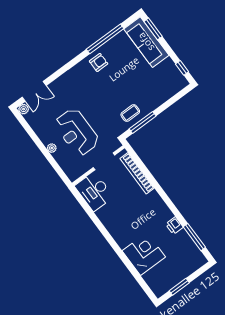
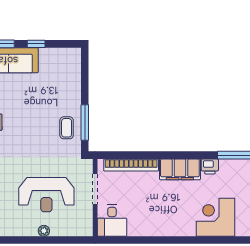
window: (182, 68) -> (36, 44), moved
desk: (94, 191) -> (112, 221), width x0.73
filing cabinet: (158, 207) -> (180, 169), added

